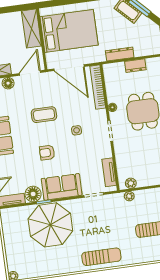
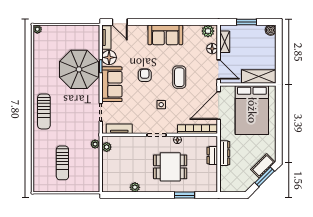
dresser: (135, 66) -> (212, 156), moved

